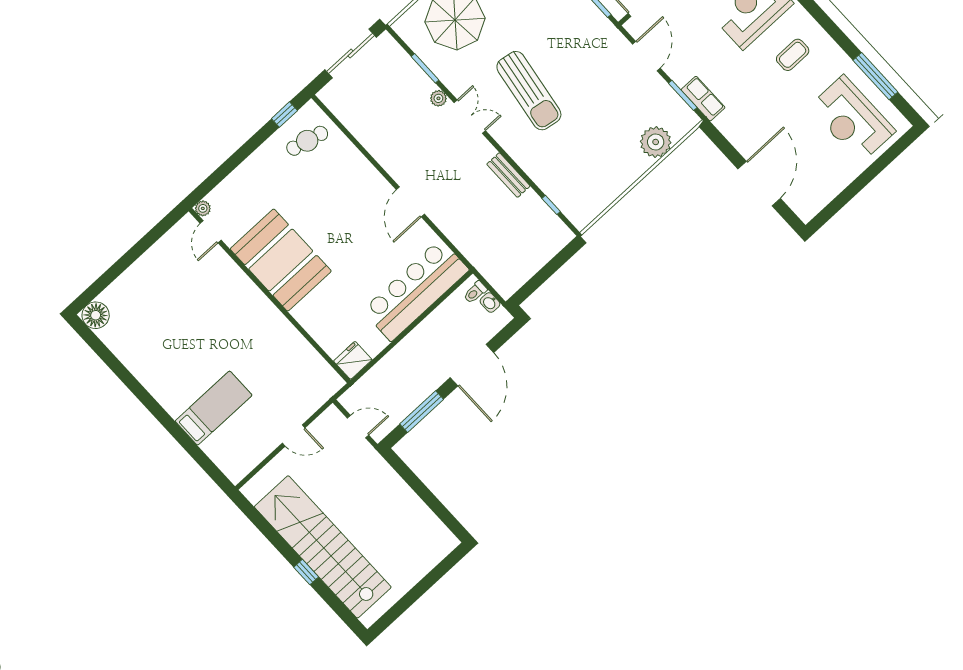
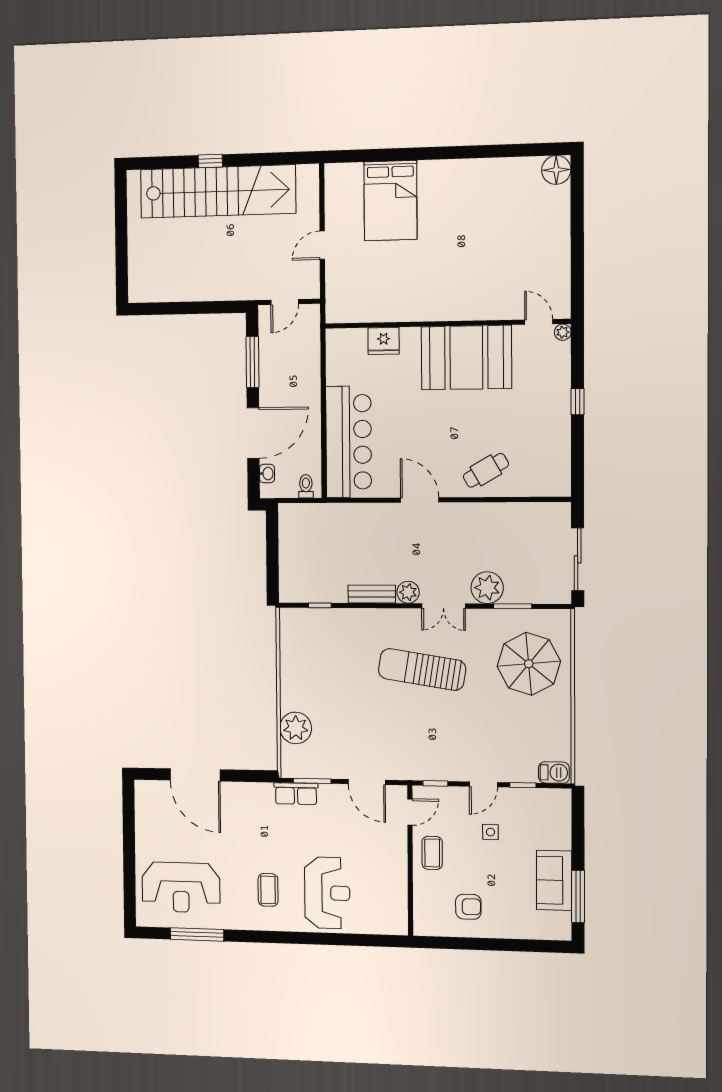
plant: (438, 98) -> (487, 588), width x1.87, depth x1.87
window: (284, 115) -> (577, 402), moved
reception desk: (852, 119) -> (181, 887), turned 180
cafe table: (307, 141) -> (486, 470), moved, turned 46
plant: (483, 151) -> (408, 592), added
washbasin: (490, 303) -> (267, 473), moved, turned 90
fridge: (353, 360) -> (384, 341), moved, turned 90
door: (472, 365) -> (253, 433), swing flipped
bed: (214, 408) -> (390, 201), width x1.50

